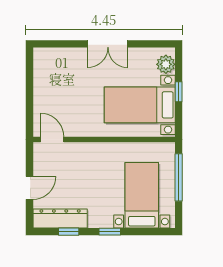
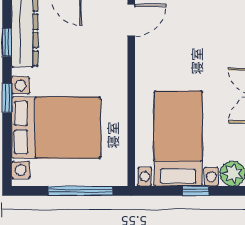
bed with nightstands: (142, 195) -> (56, 128), width x1.36

